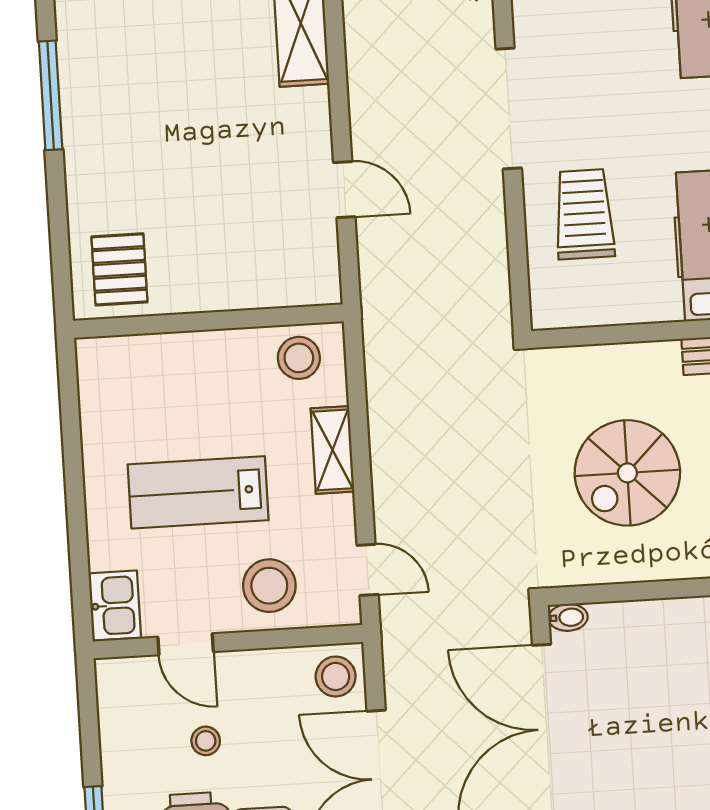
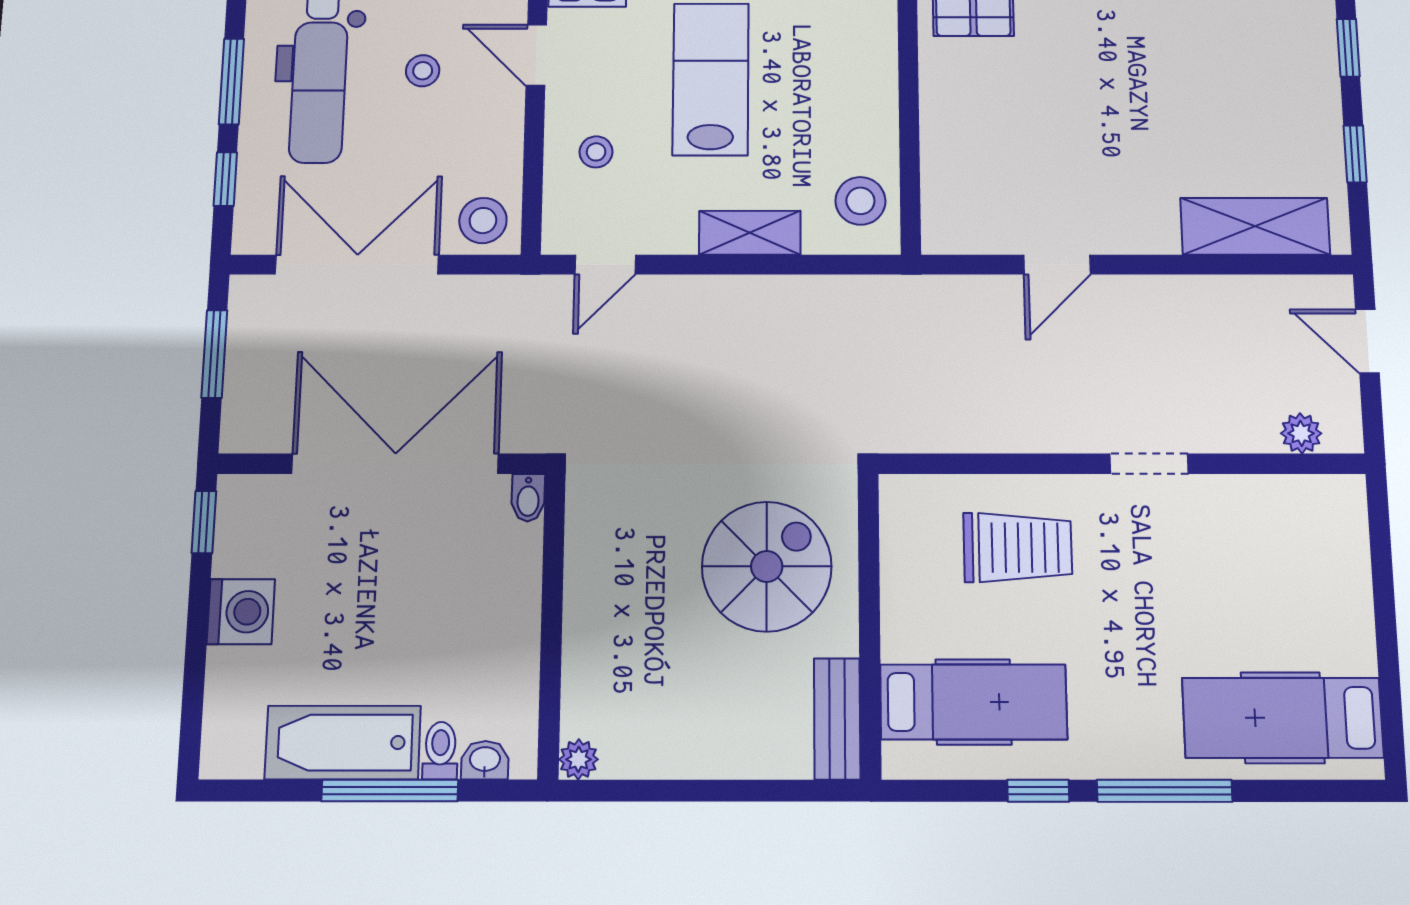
doorway: (509, 109) -> (1149, 464), width x0.53
spiral stairs: (627, 473) -> (767, 566), moved, turned 90
stool: (269, 586) -> (596, 152), width x0.53, depth x0.53
door: (186, 644) -> (536, 55), hinge flipped

